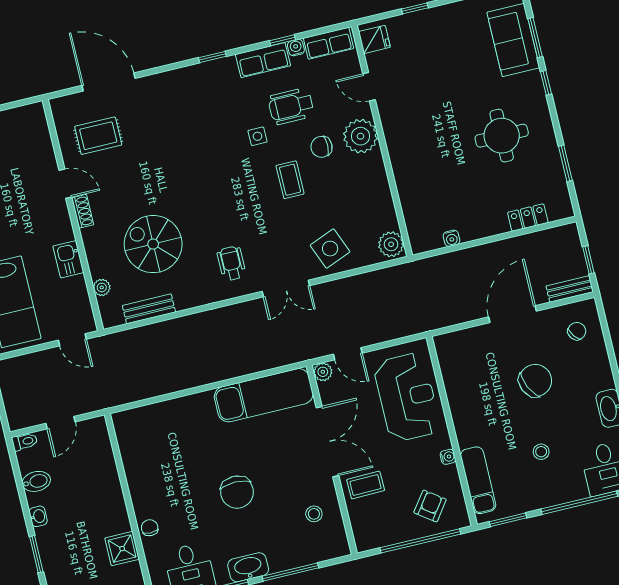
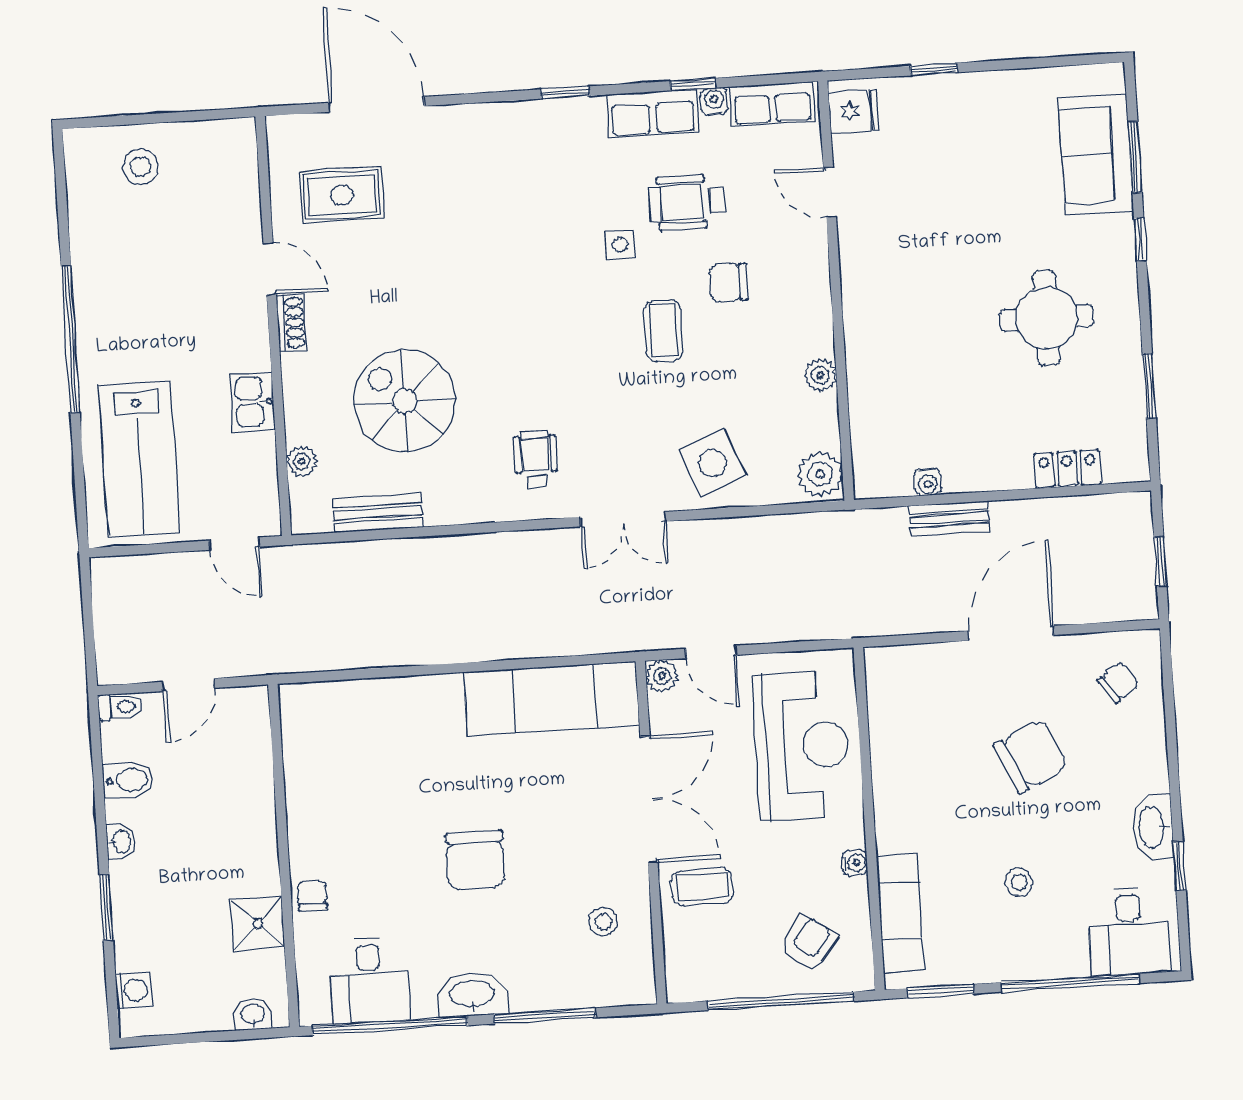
plant: (360, 136) -> (820, 375), moved, width x0.53, depth x0.53
bench: (570, 289) -> (949, 518), moved

